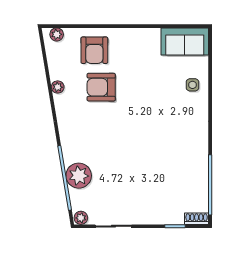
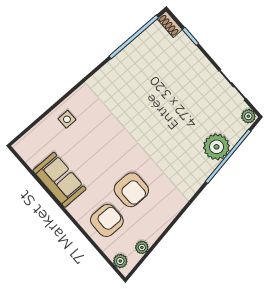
sofa: (185, 41) -> (59, 180), moved
plant: (58, 87) -> (142, 247), moved

